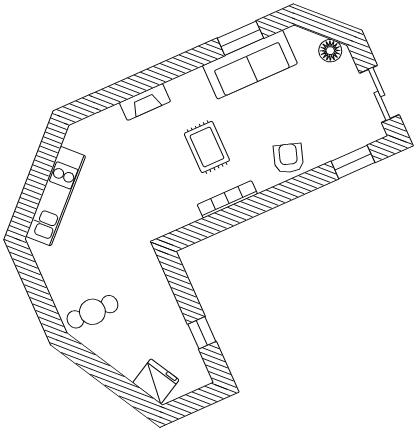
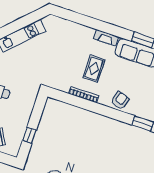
fireplace: (145, 102) -> (106, 38), moved

